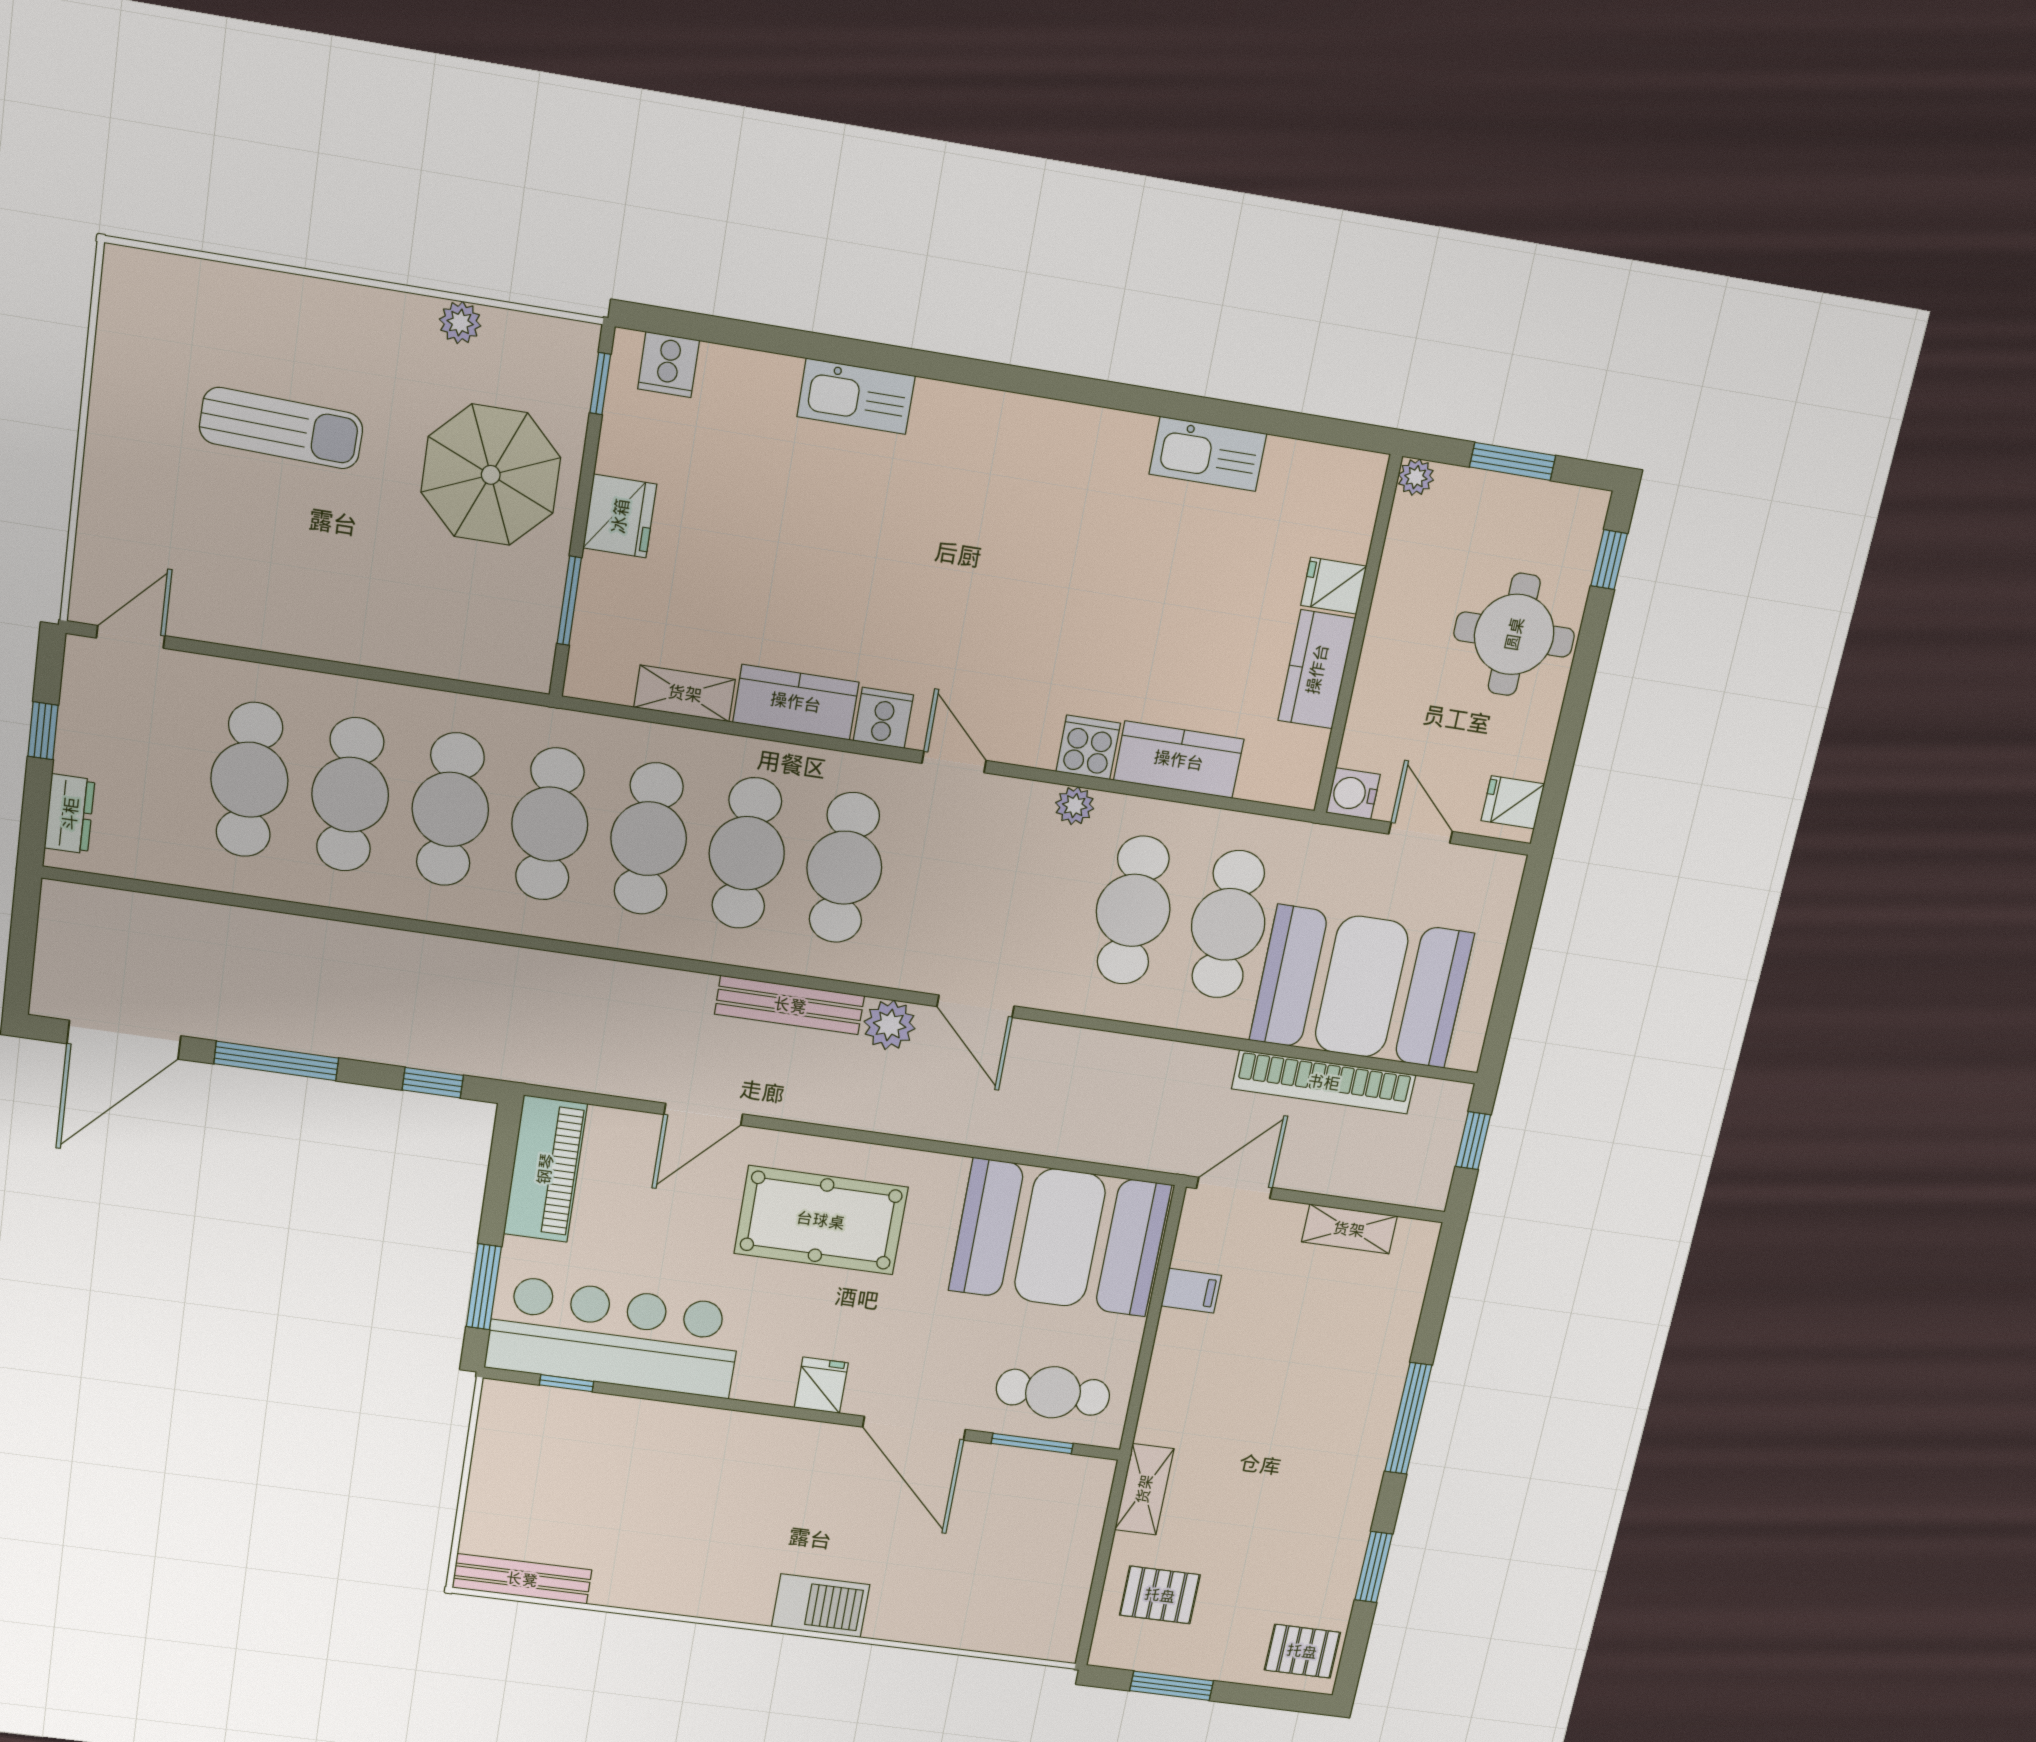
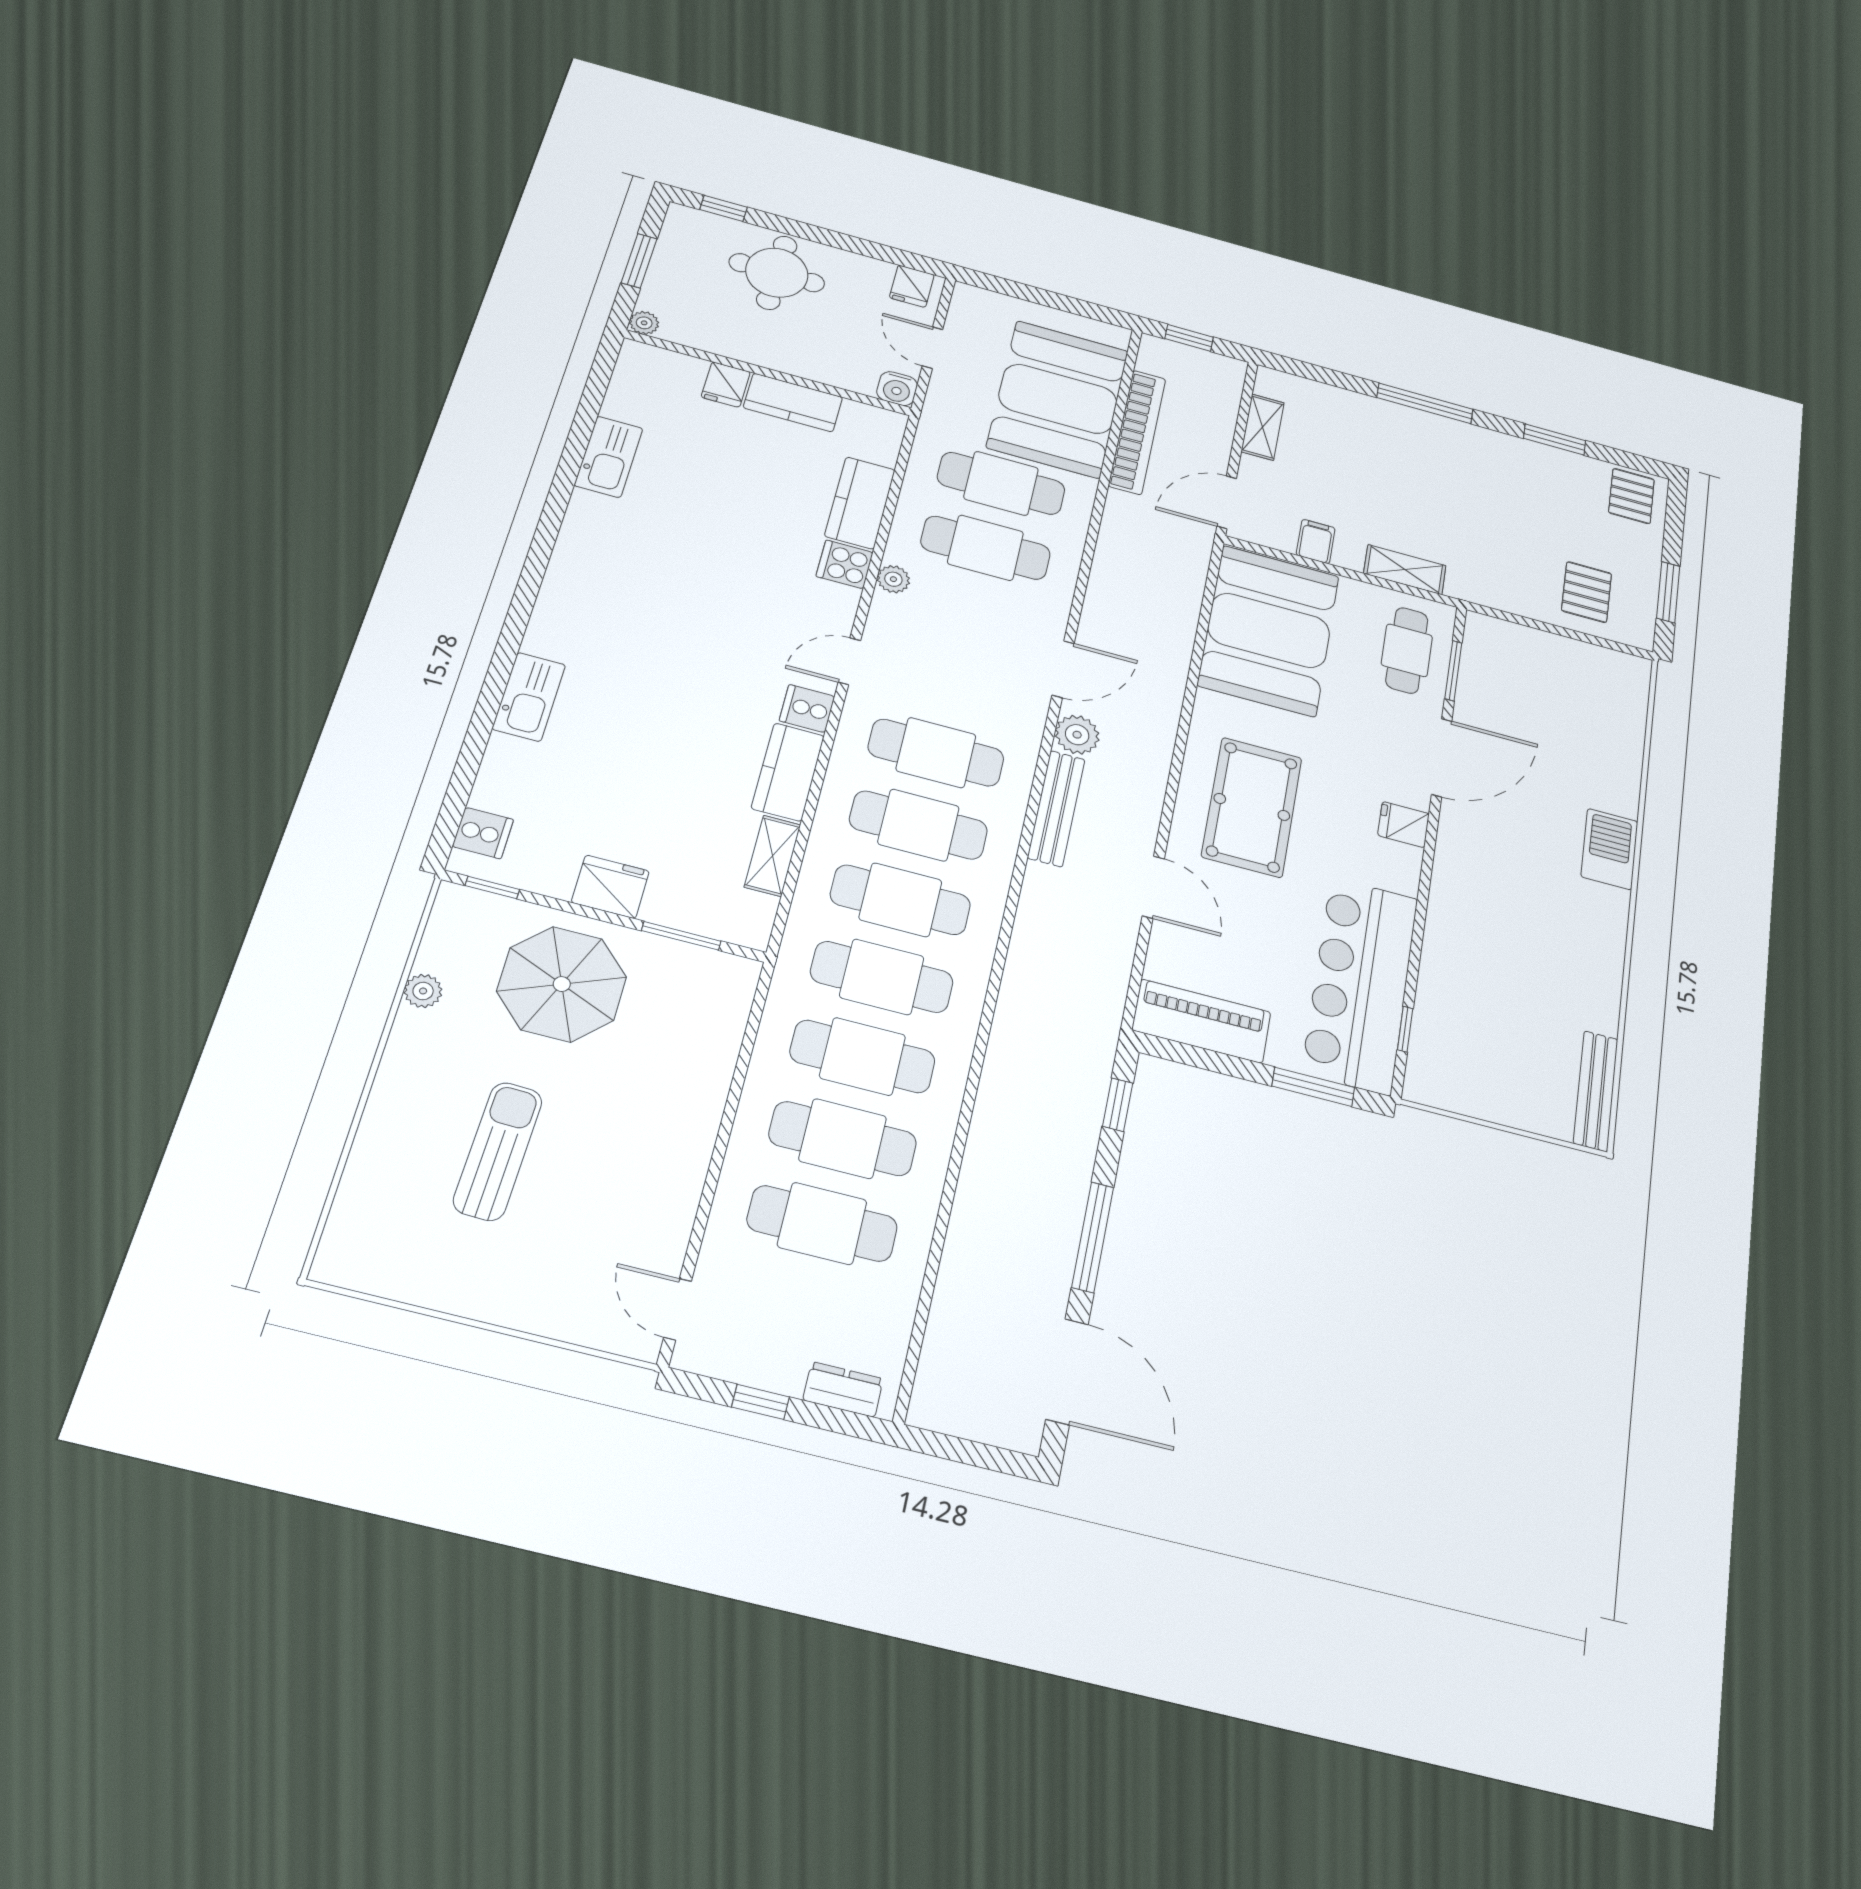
door: (1421, 833) -> (932, 348), hinge flipped
door: (1234, 1188) -> (1227, 502), hinge flipped
shelving: (1144, 1489) -> (1405, 570), moved

